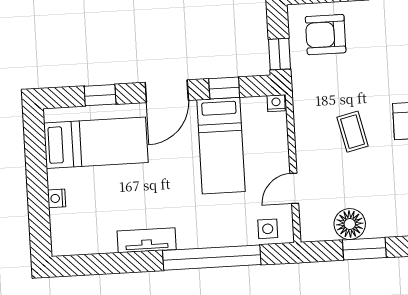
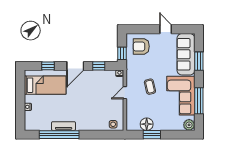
bed: (221, 146) -> (96, 89), removed
door: (294, 188) -> (125, 93), moved
window: (212, 258) -> (59, 135), moved

